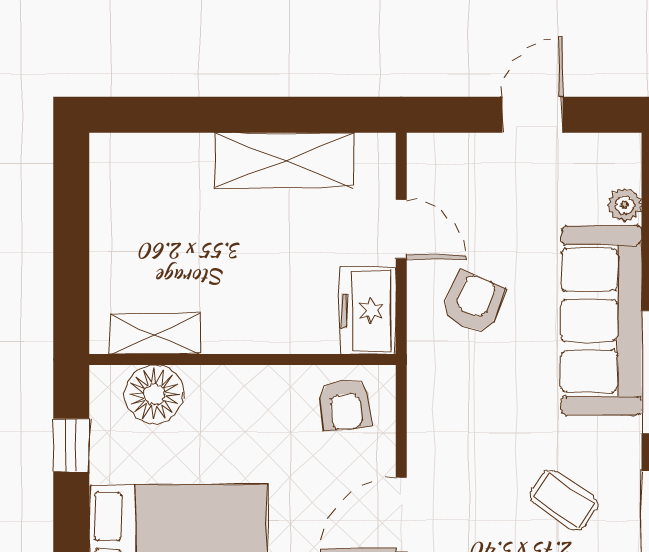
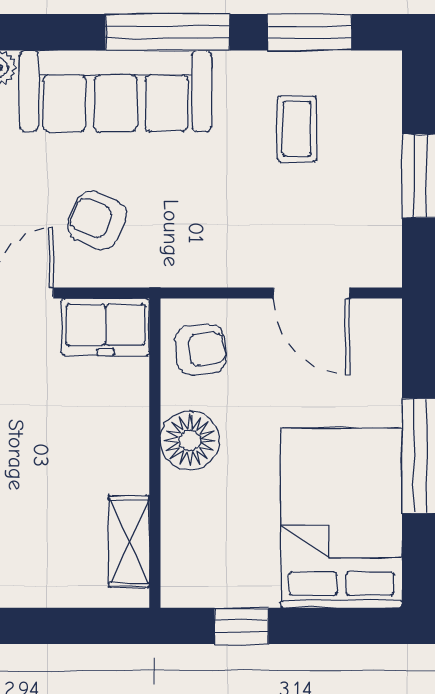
floor lamp: (154, 394) -> (190, 440), moved
coffee table: (564, 500) -> (297, 129), turned -34

